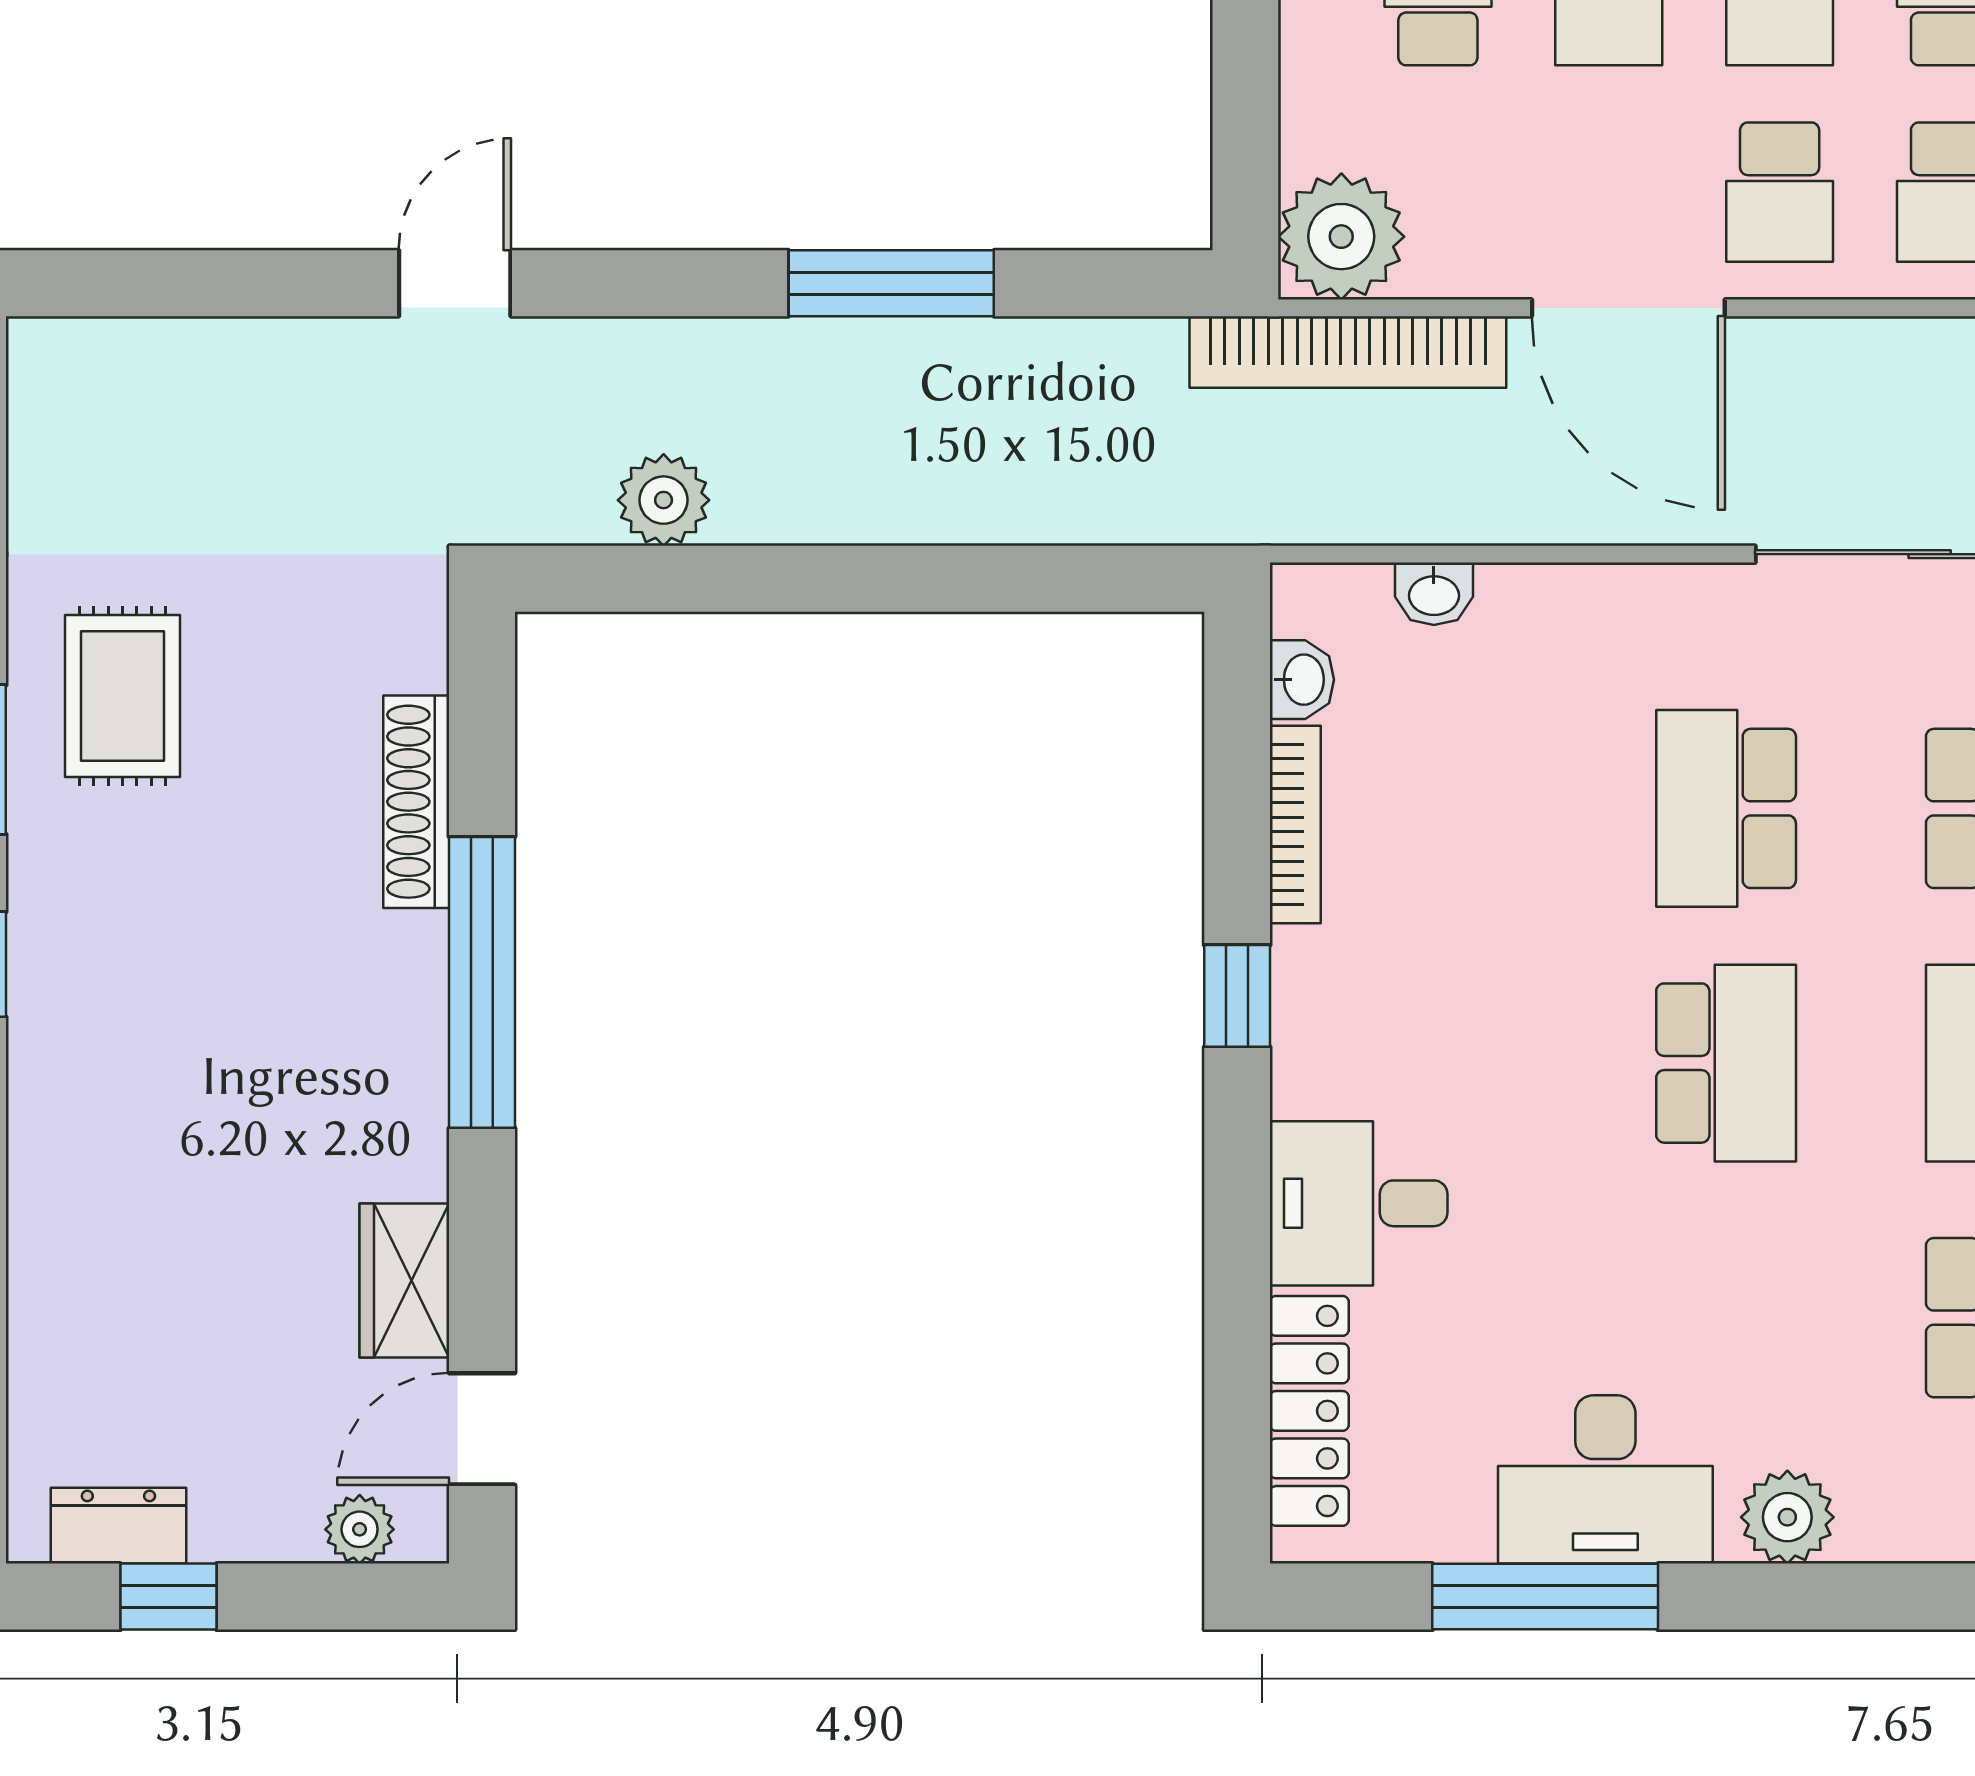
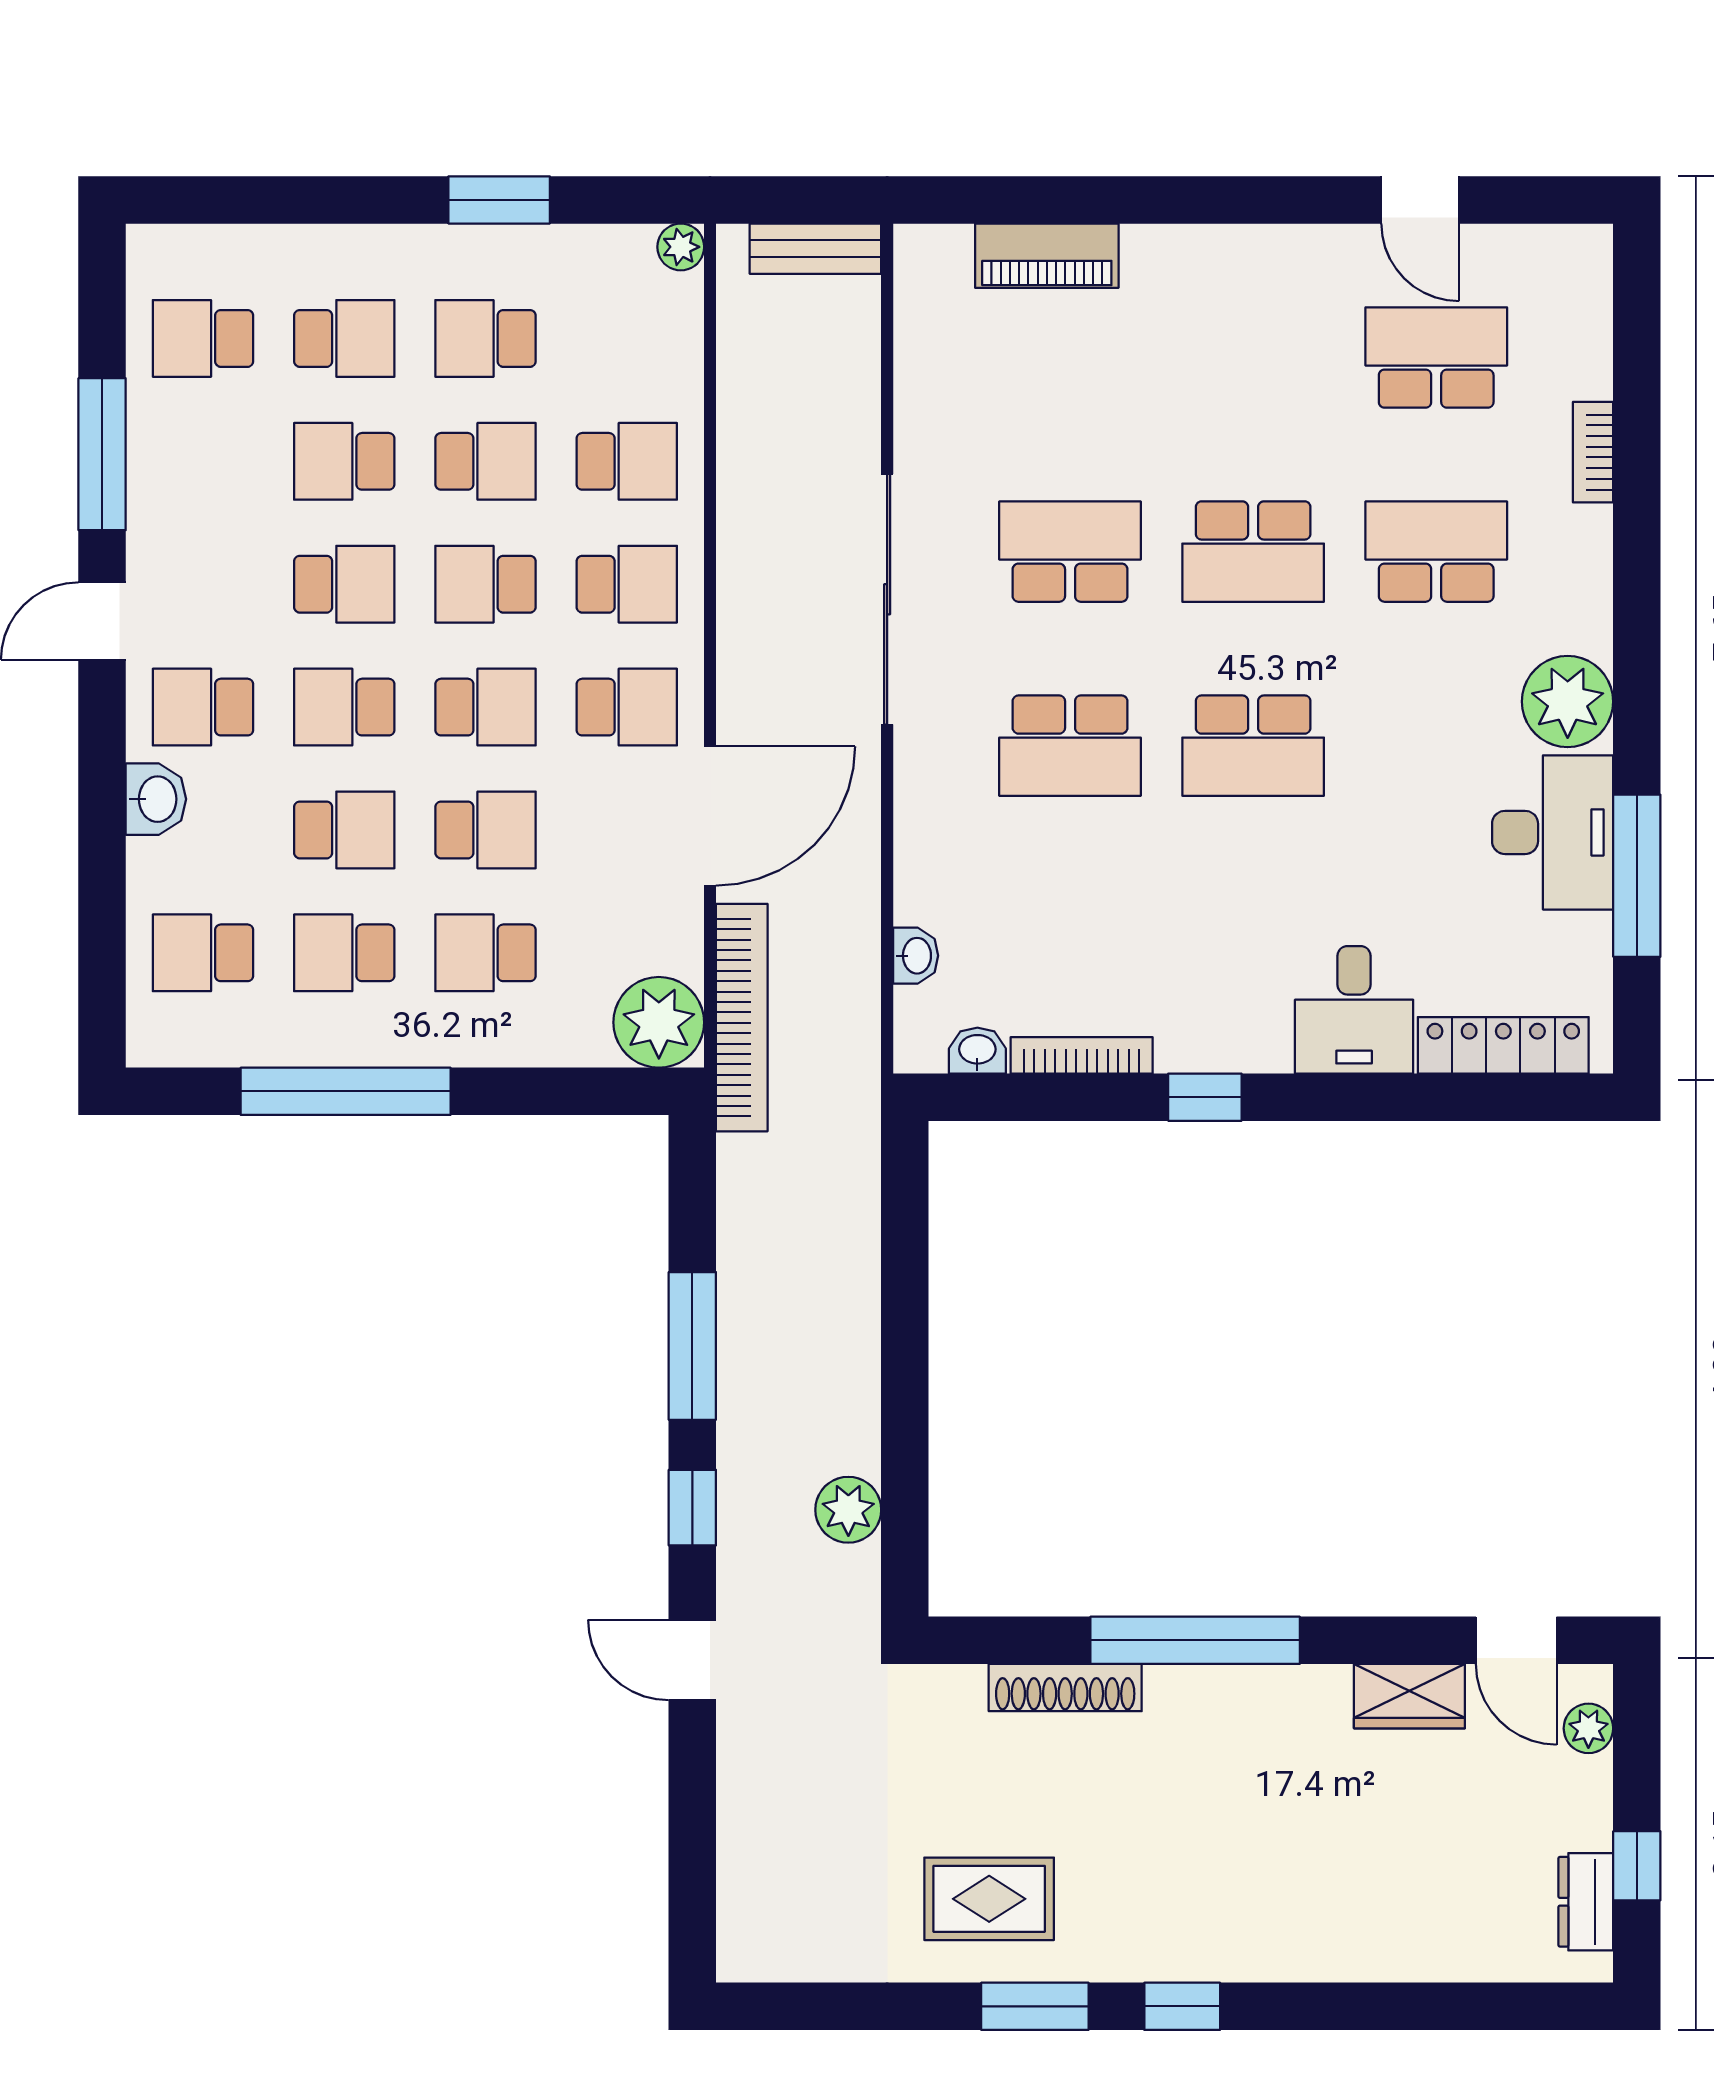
window: (666, 283) -> (692, 1508), added
school desk: (1726, 1063) -> (1253, 746), turned 180
plant: (1787, 1517) -> (1568, 702), width x1.36, depth x1.36

